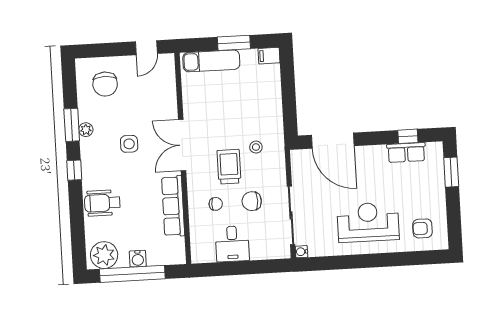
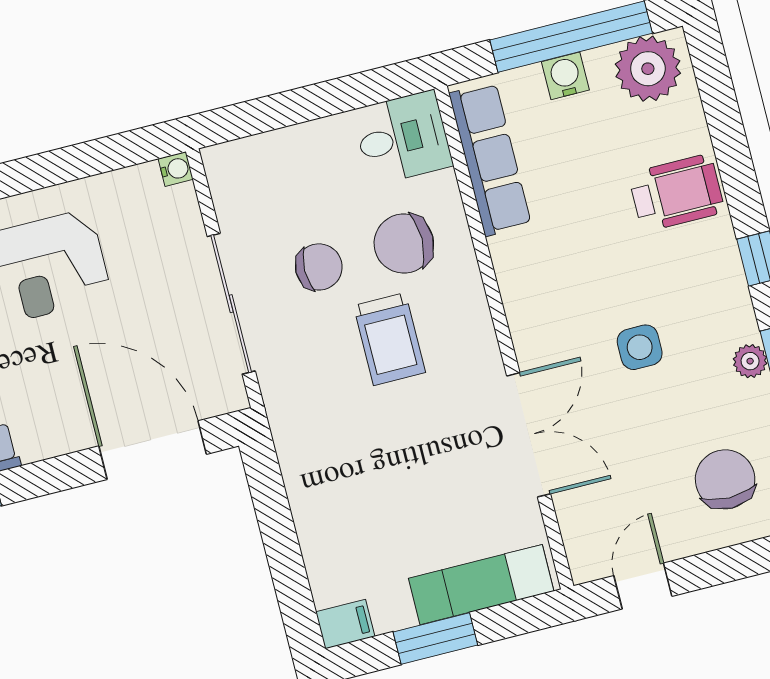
double door: (182, 145) -> (529, 435), moved
stool: (256, 147) -> (334, 399), removed
chair: (216, 204) -> (404, 243), width x1.87, depth x1.87
row of seats: (173, 206) -> (490, 159), moved
sliding door: (291, 215) -> (231, 304), moved
desk: (232, 244) -> (403, 138), moved, turned 90

